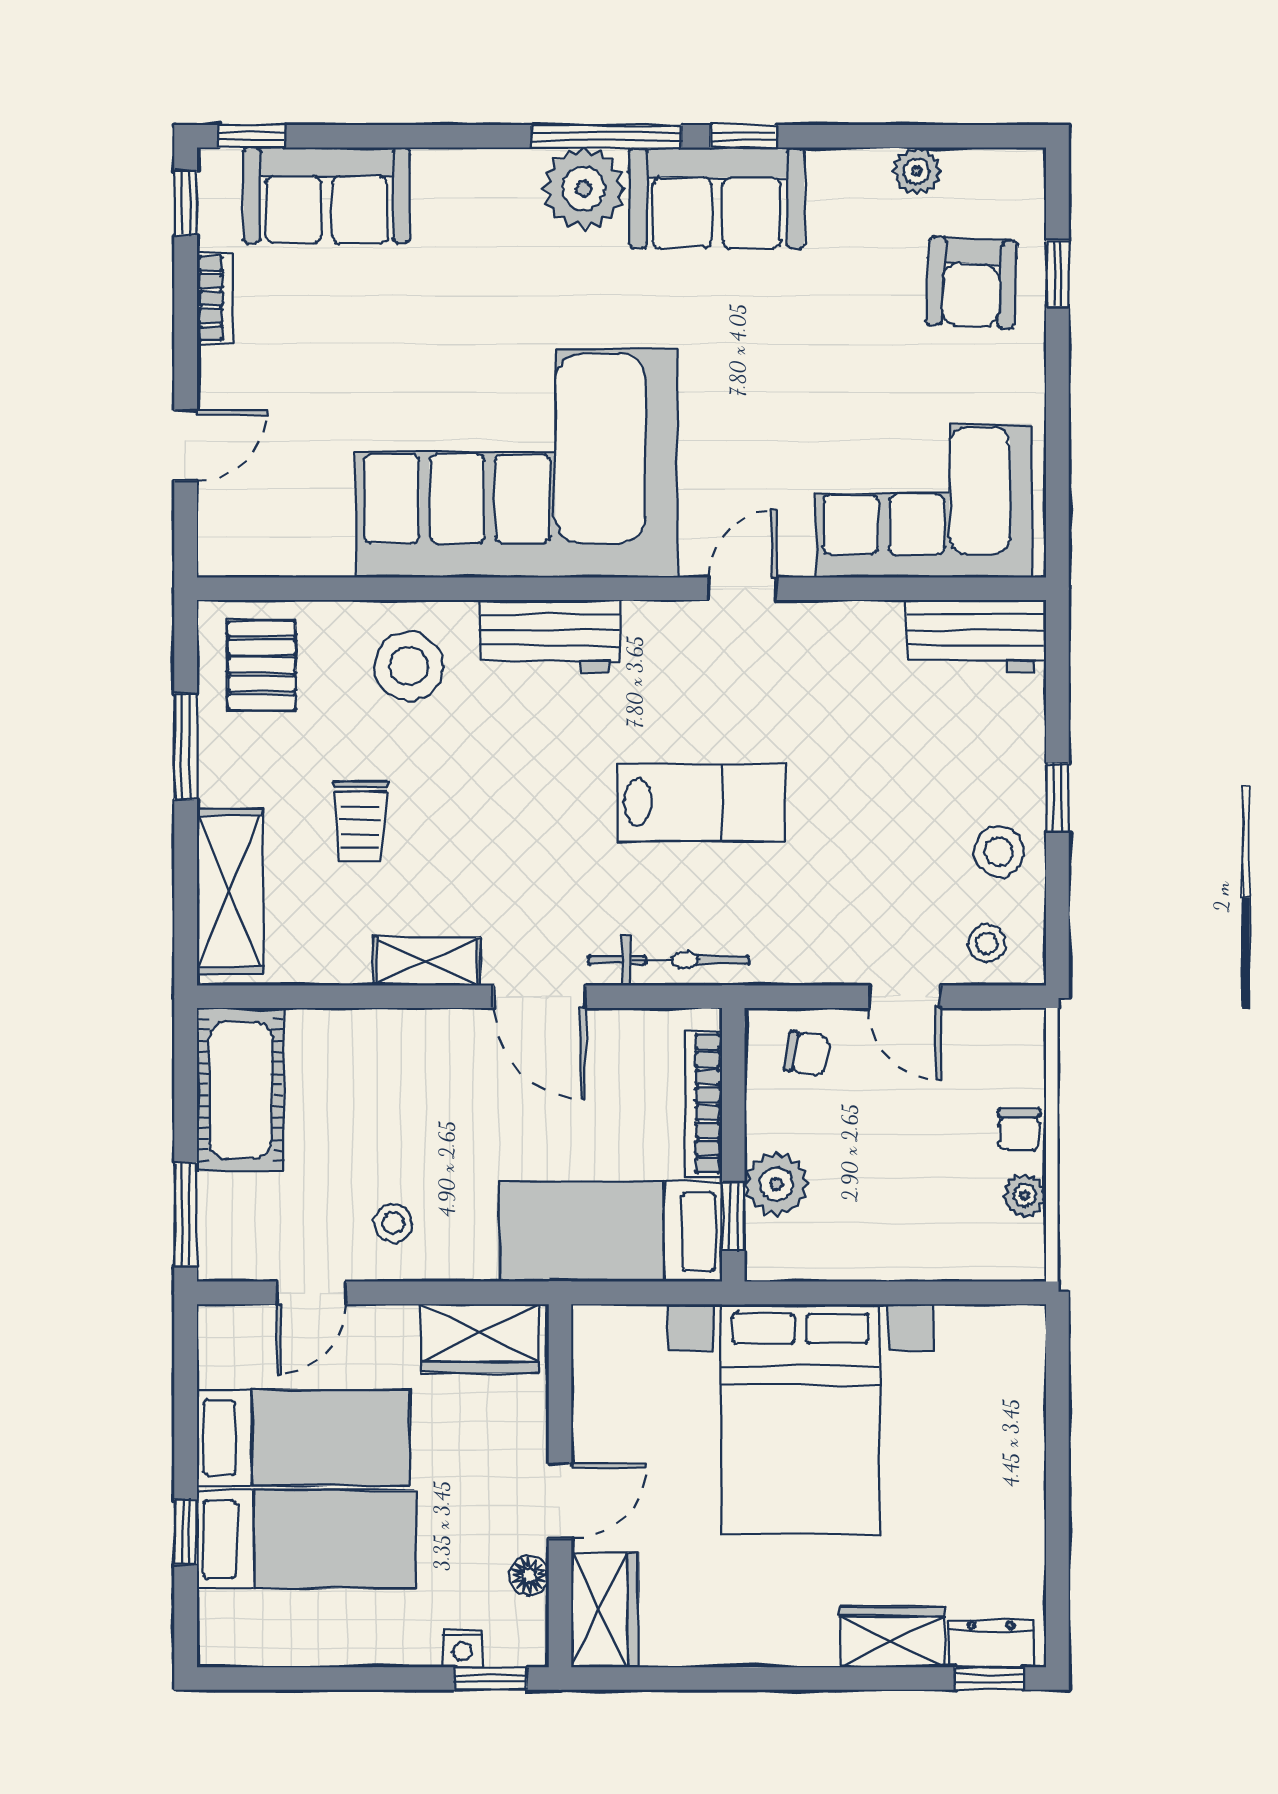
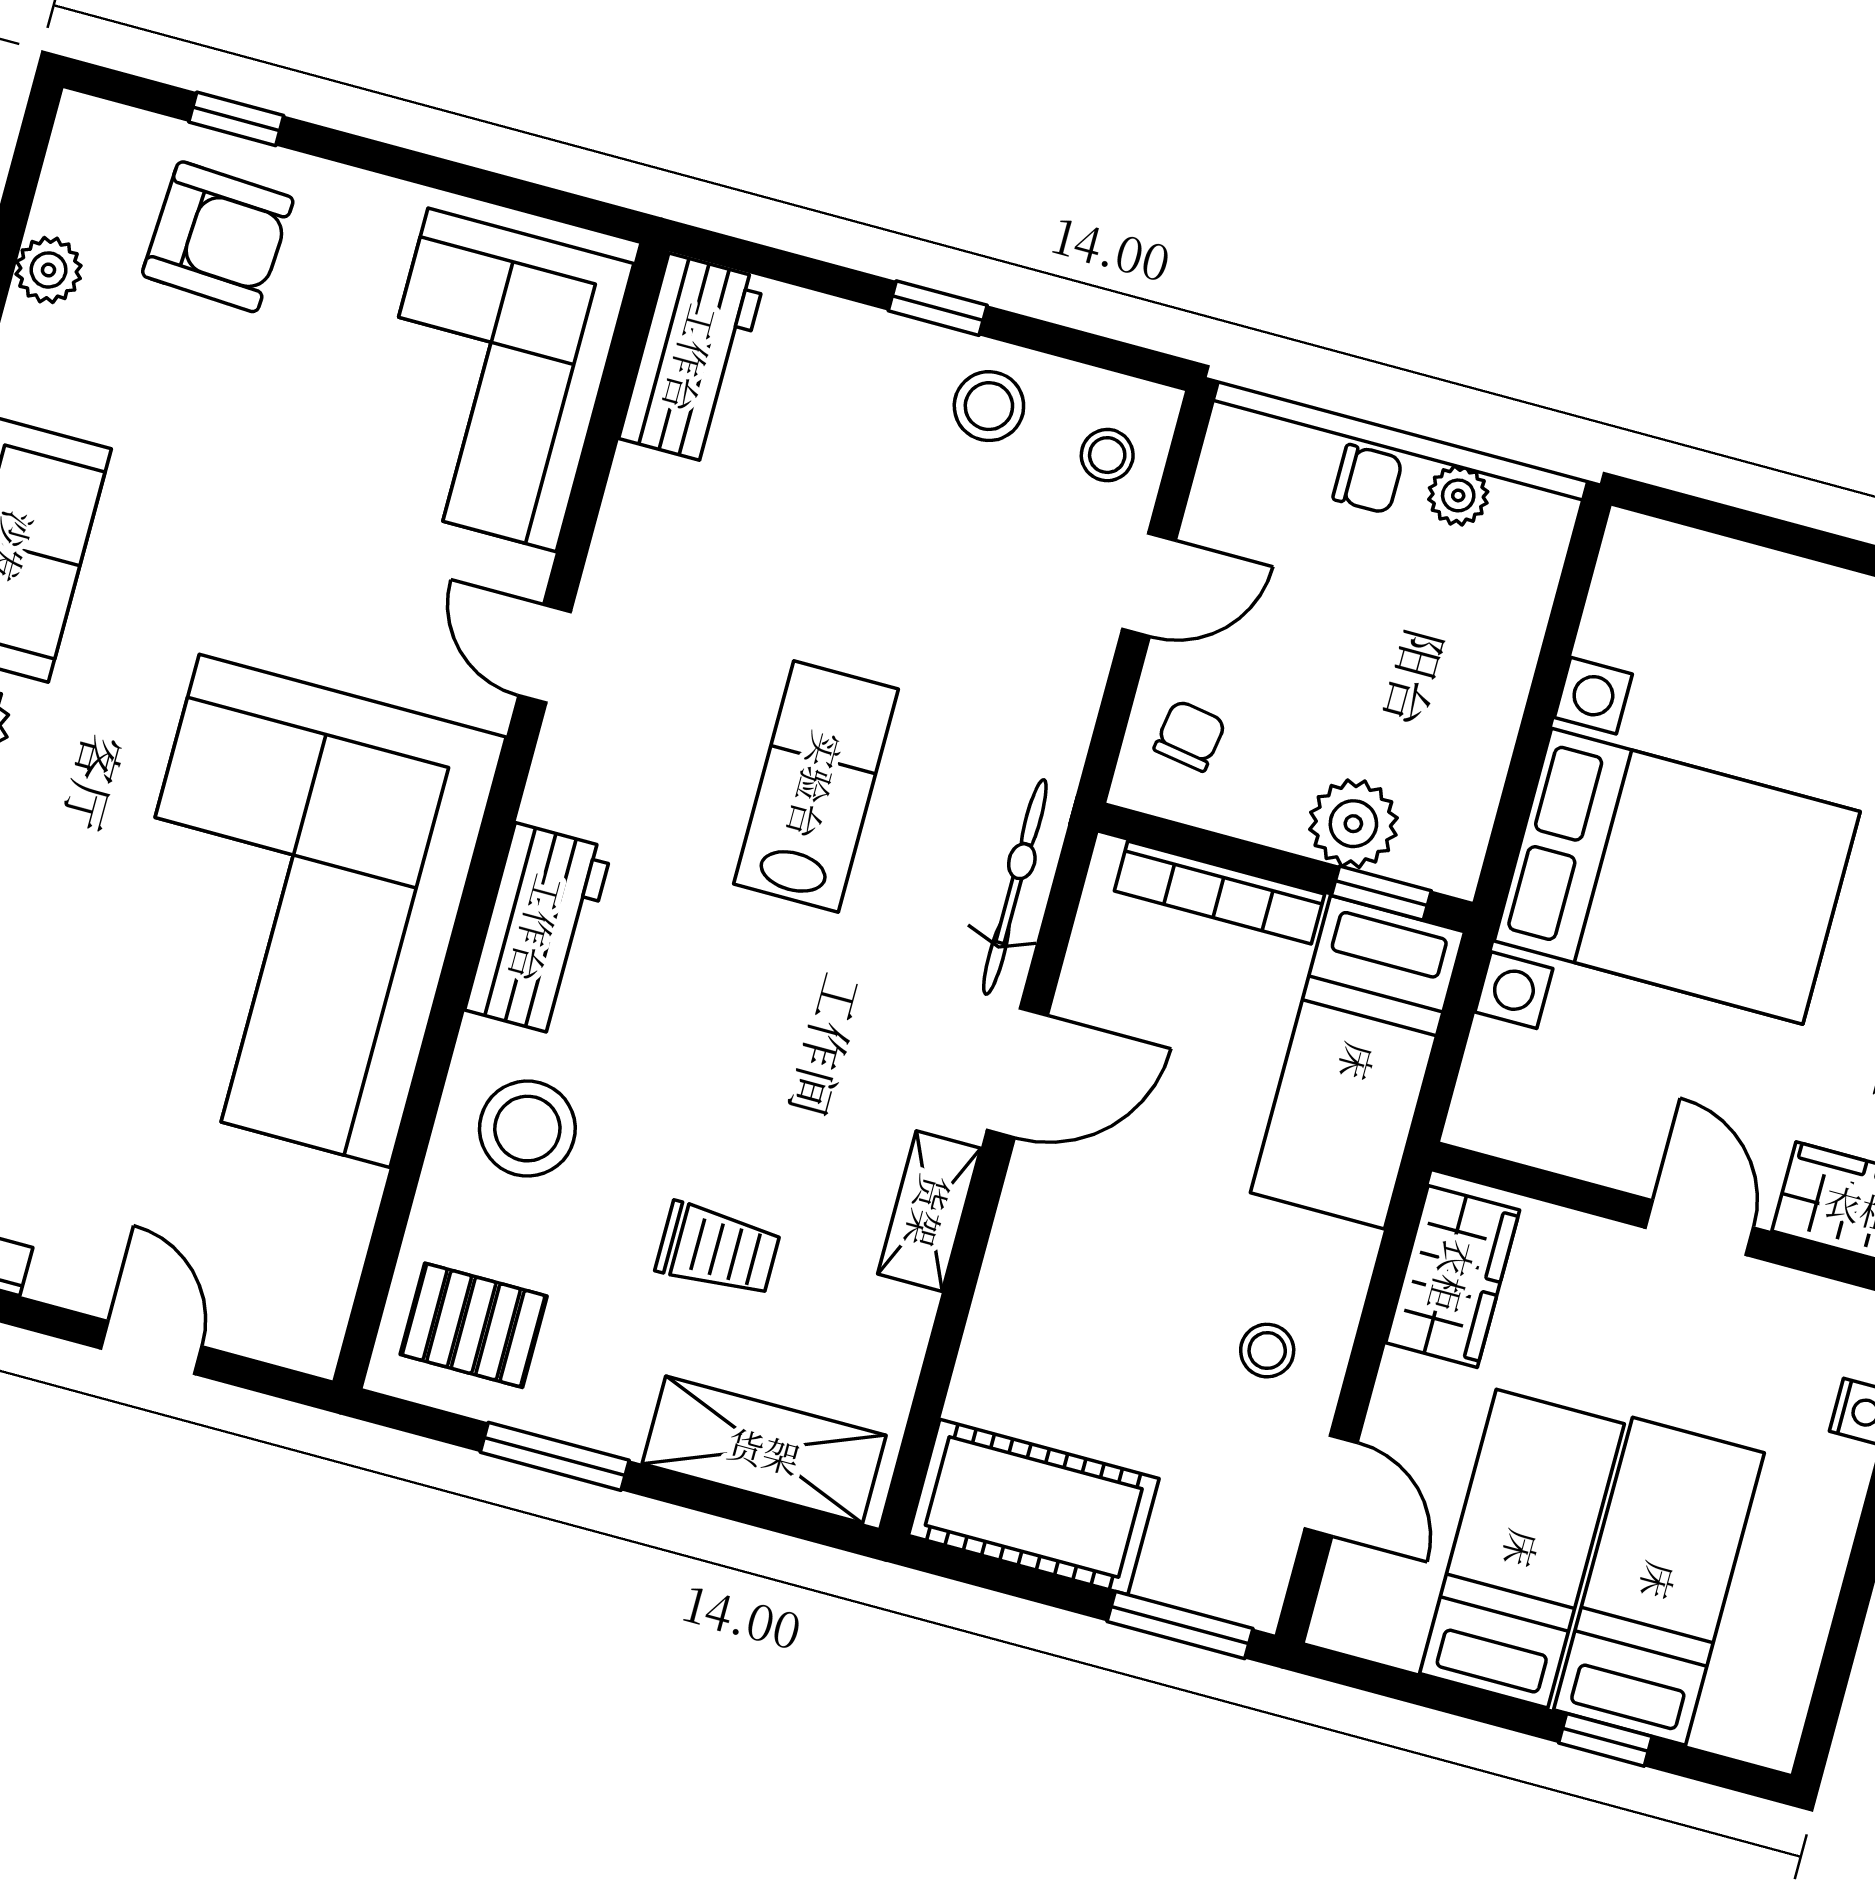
floor lamp: (529, 1575) -> (1788, 1296), removed

